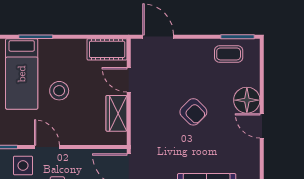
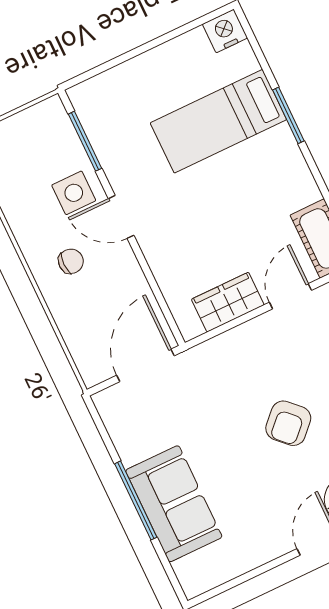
stool: (59, 91) -> (220, 194), removed
door: (47, 147) -> (121, 217), swing flipped

